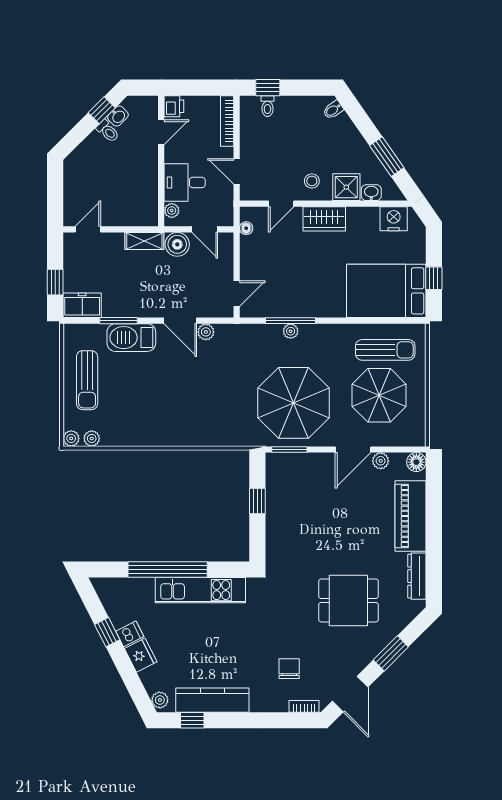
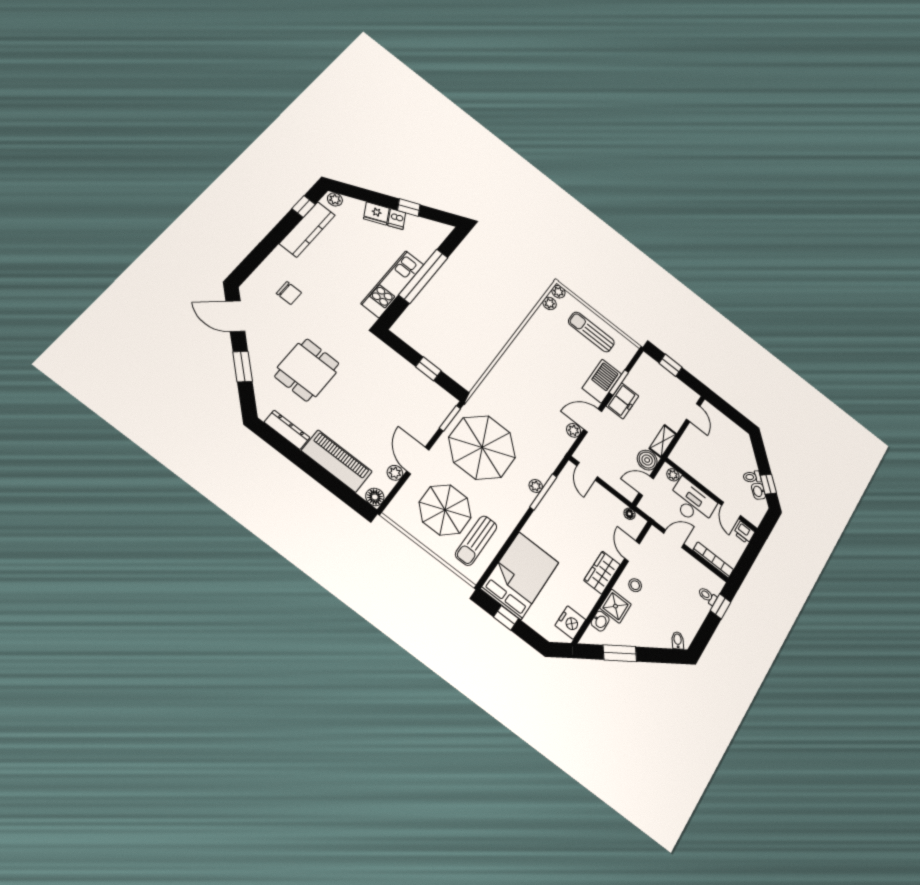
desk: (185, 182) -> (692, 502), width x1.37
freezer: (82, 305) -> (622, 401), moved
bookcase: (304, 706) -> (253, 280), removed

